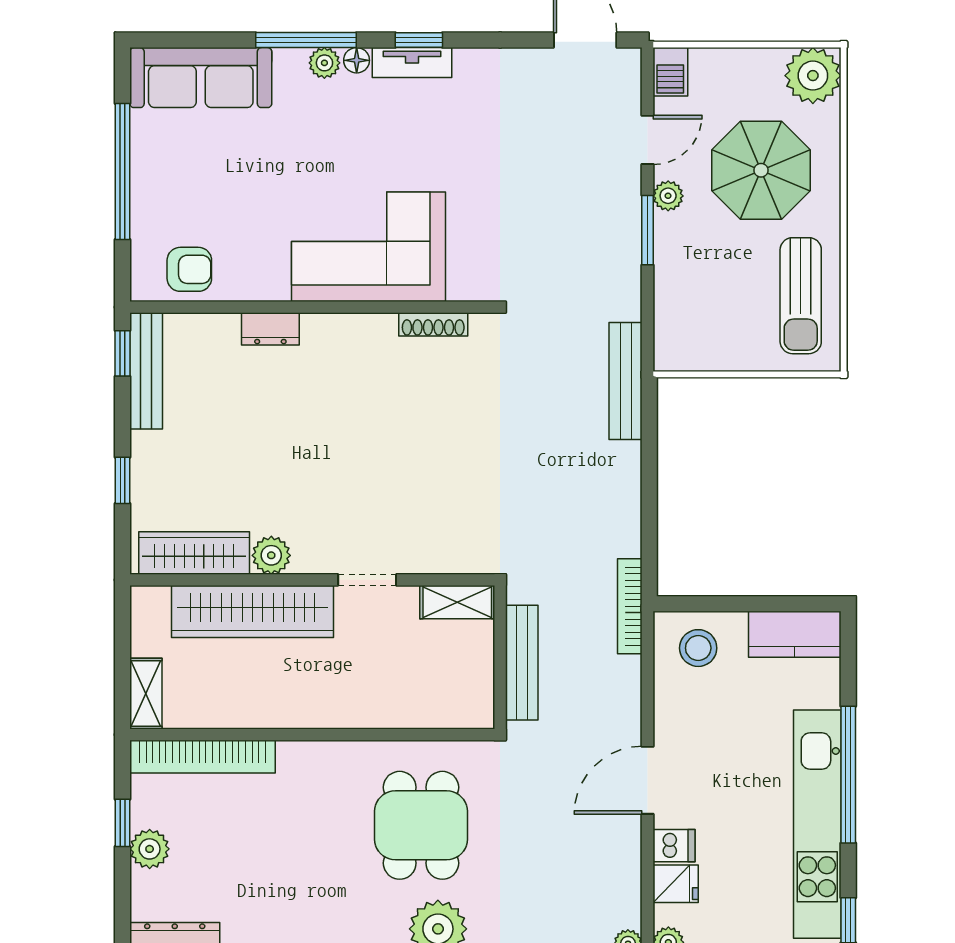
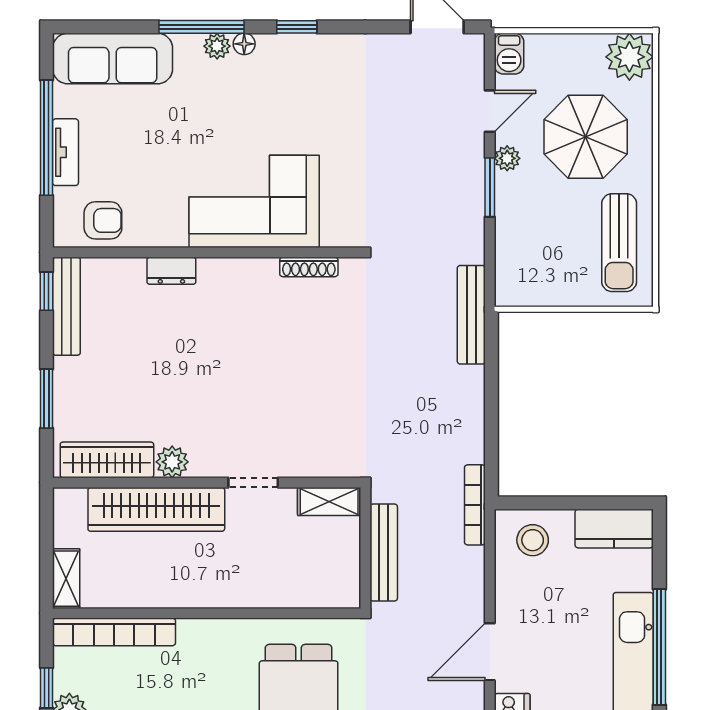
tv unit: (412, 63) -> (65, 152), moved, turned -90
window: (122, 480) -> (46, 399), width x1.50

